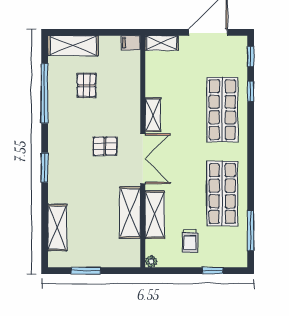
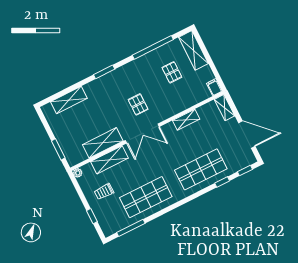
pallet: (87, 85) -> (172, 72), turned 90
shelving: (153, 115) -> (186, 120), moved
window: (86, 271) -> (58, 149), moved

